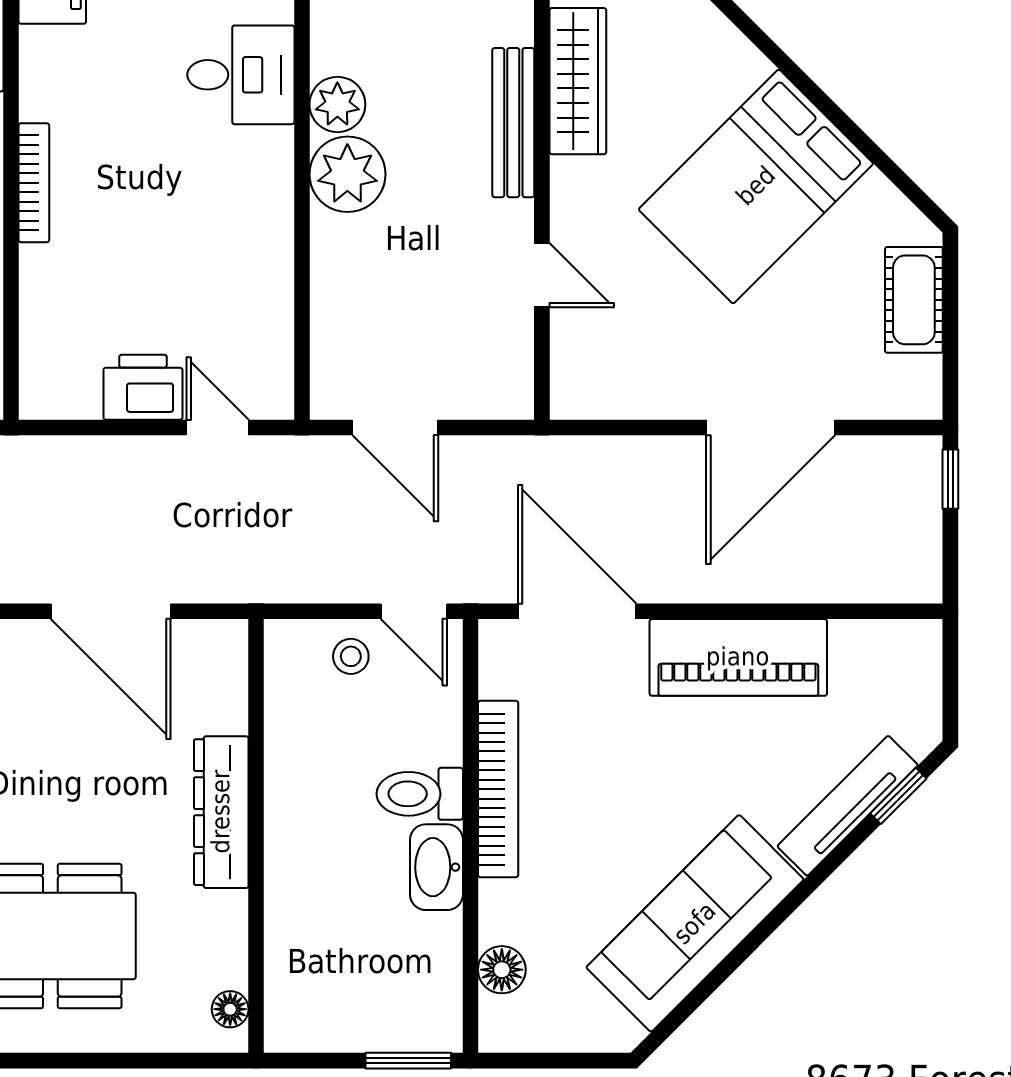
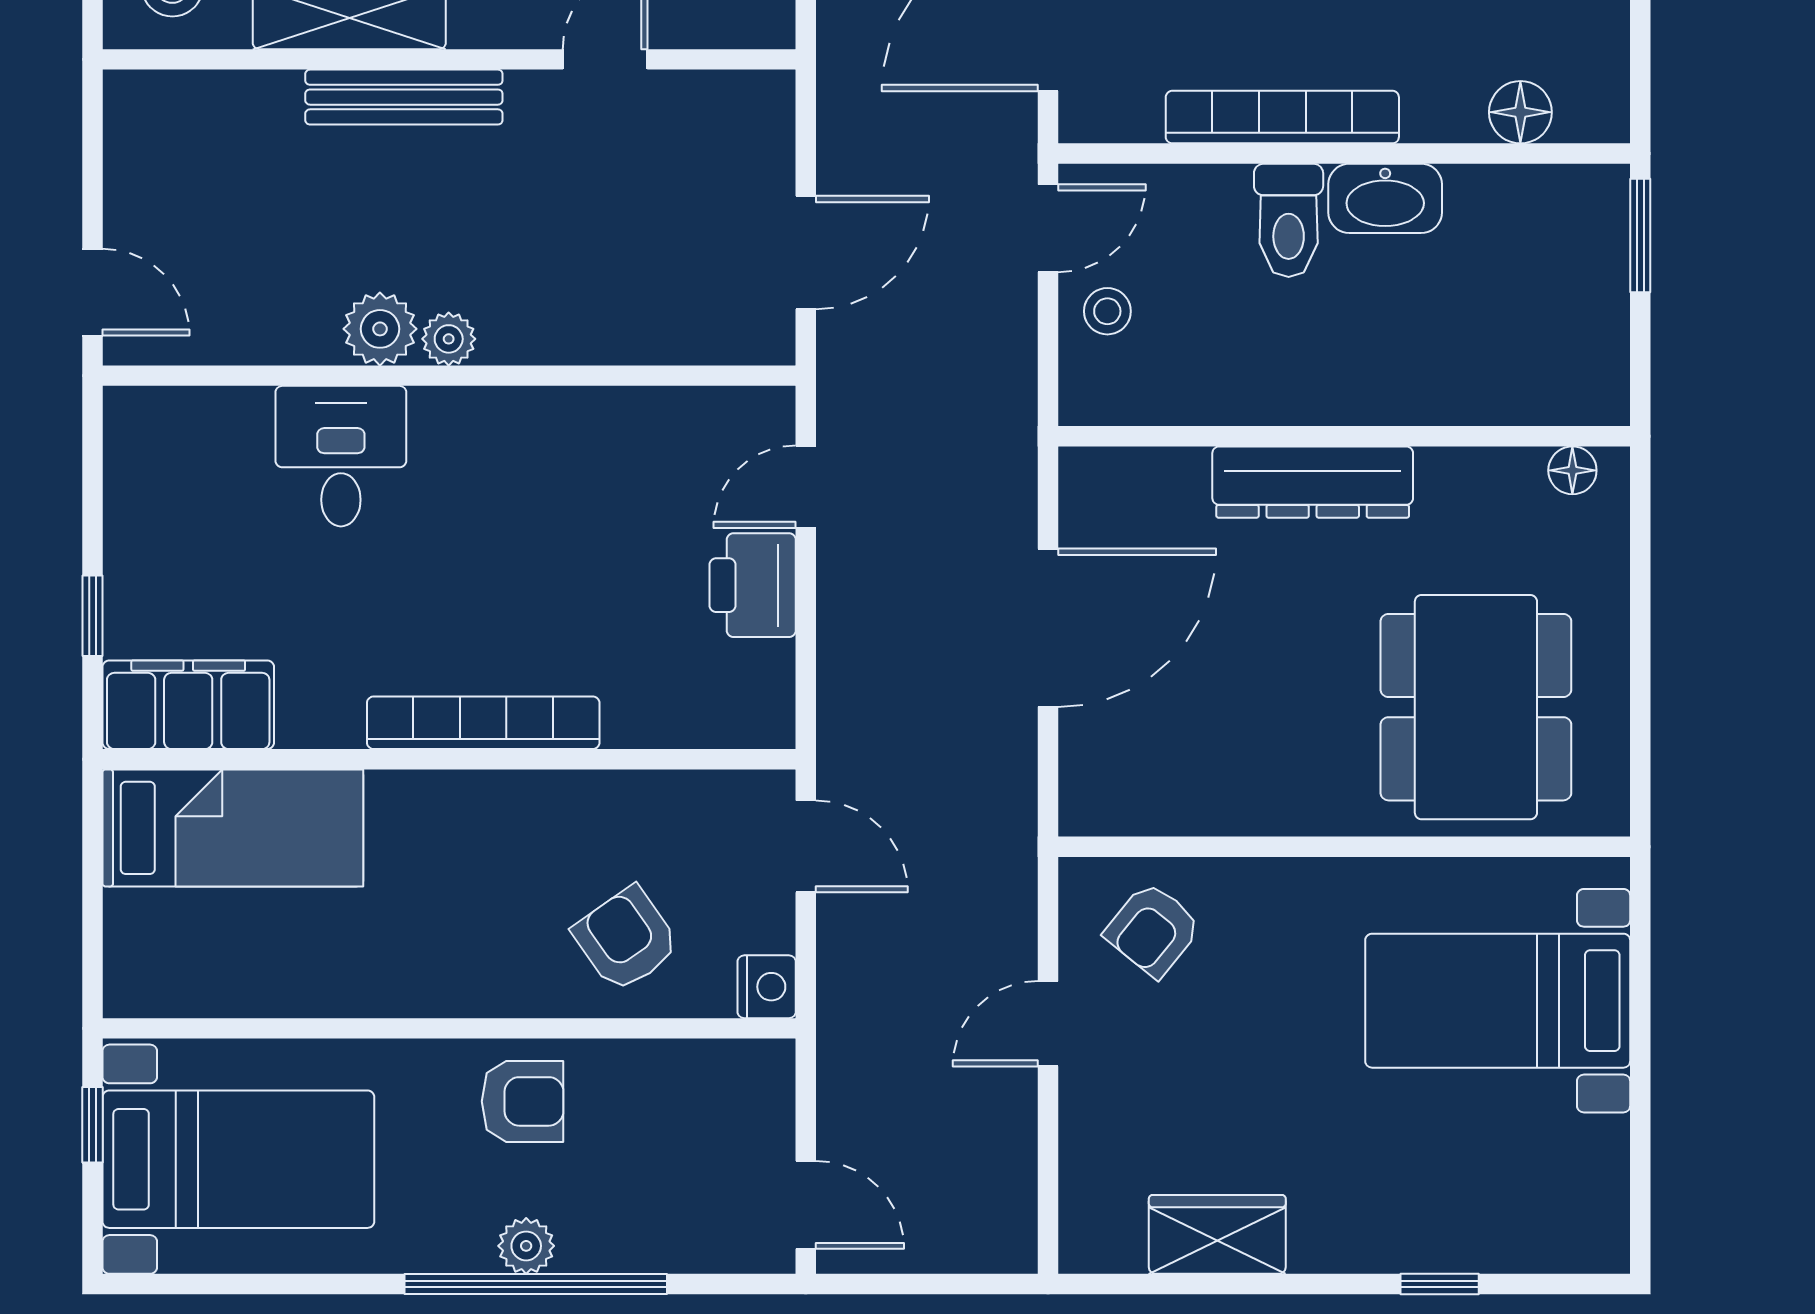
plant: (347, 174) -> (449, 339), width x0.53, depth x0.53
bookcase: (34, 183) -> (483, 723), width x1.48, depth x1.31

